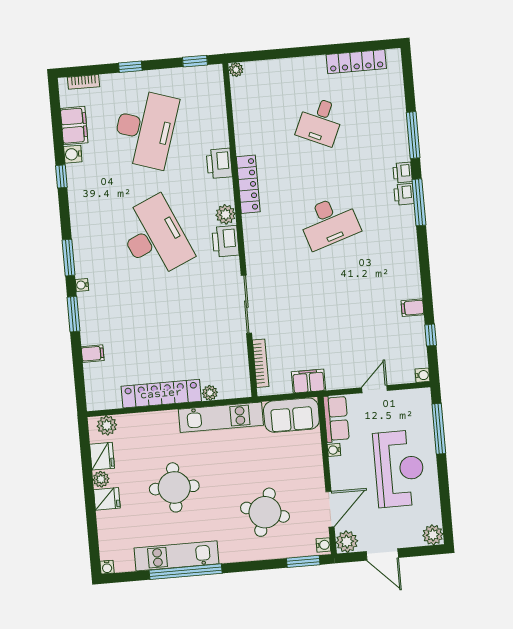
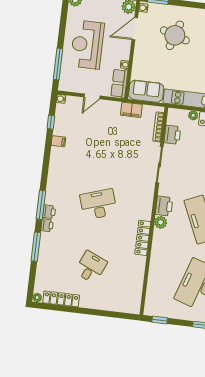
plant: (236, 70) -> (37, 298), moved
printer: (219, 163) -> (172, 135), moved

